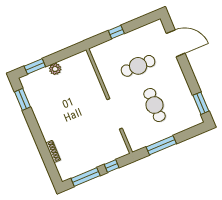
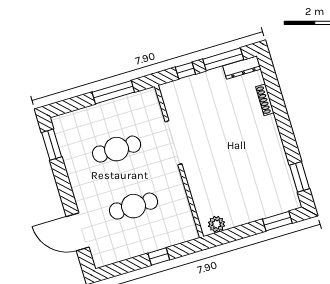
plant: (55, 69) -> (217, 224), moved
cafe table: (154, 105) -> (117, 149), turned 90
dresser: (72, 173) -> (242, 67), added

